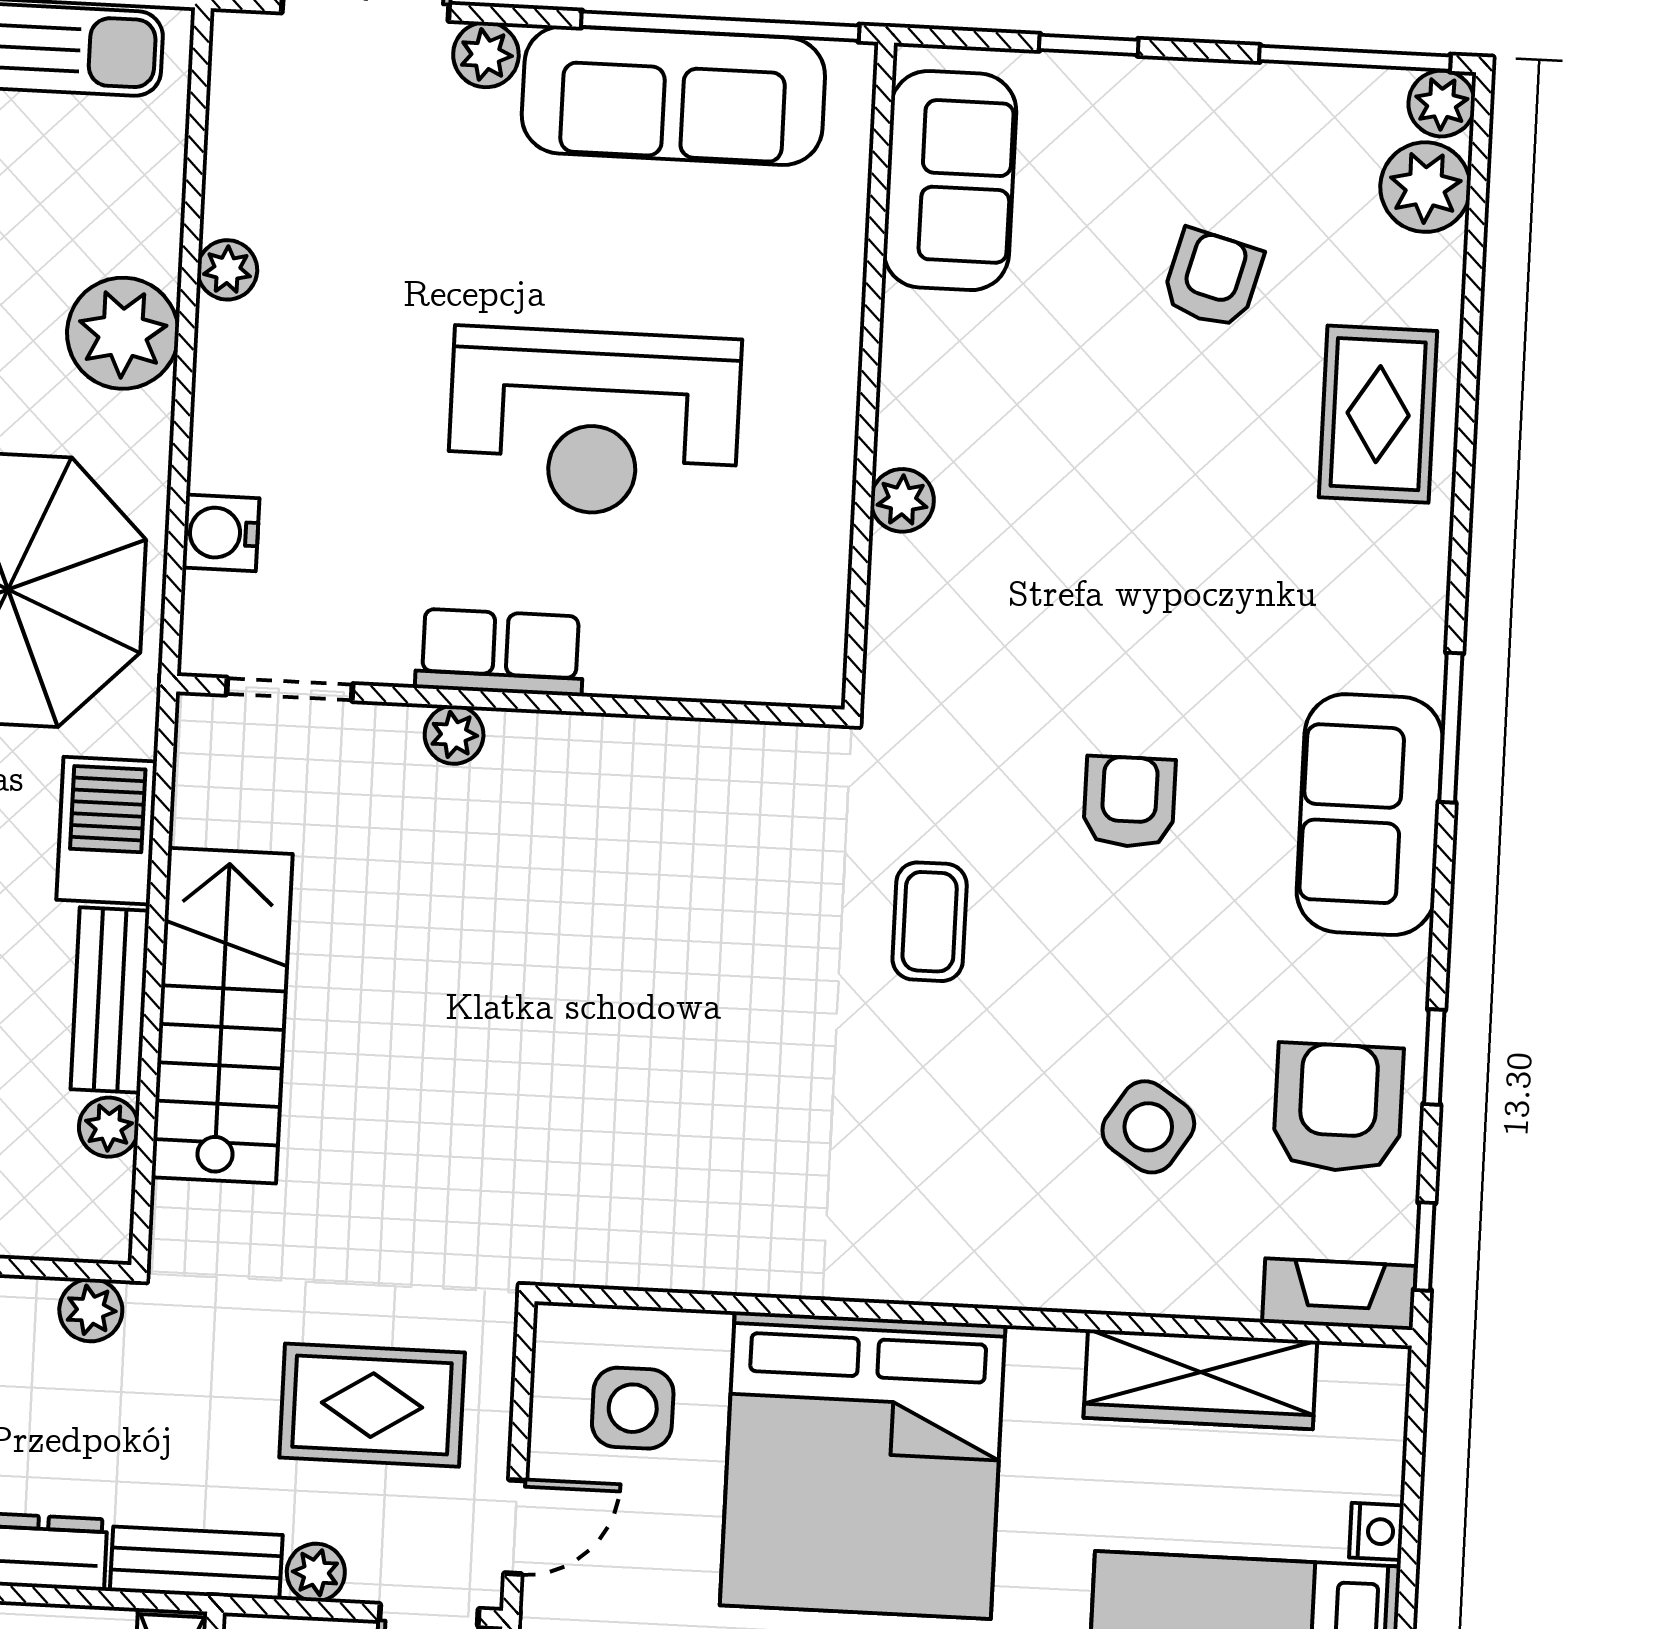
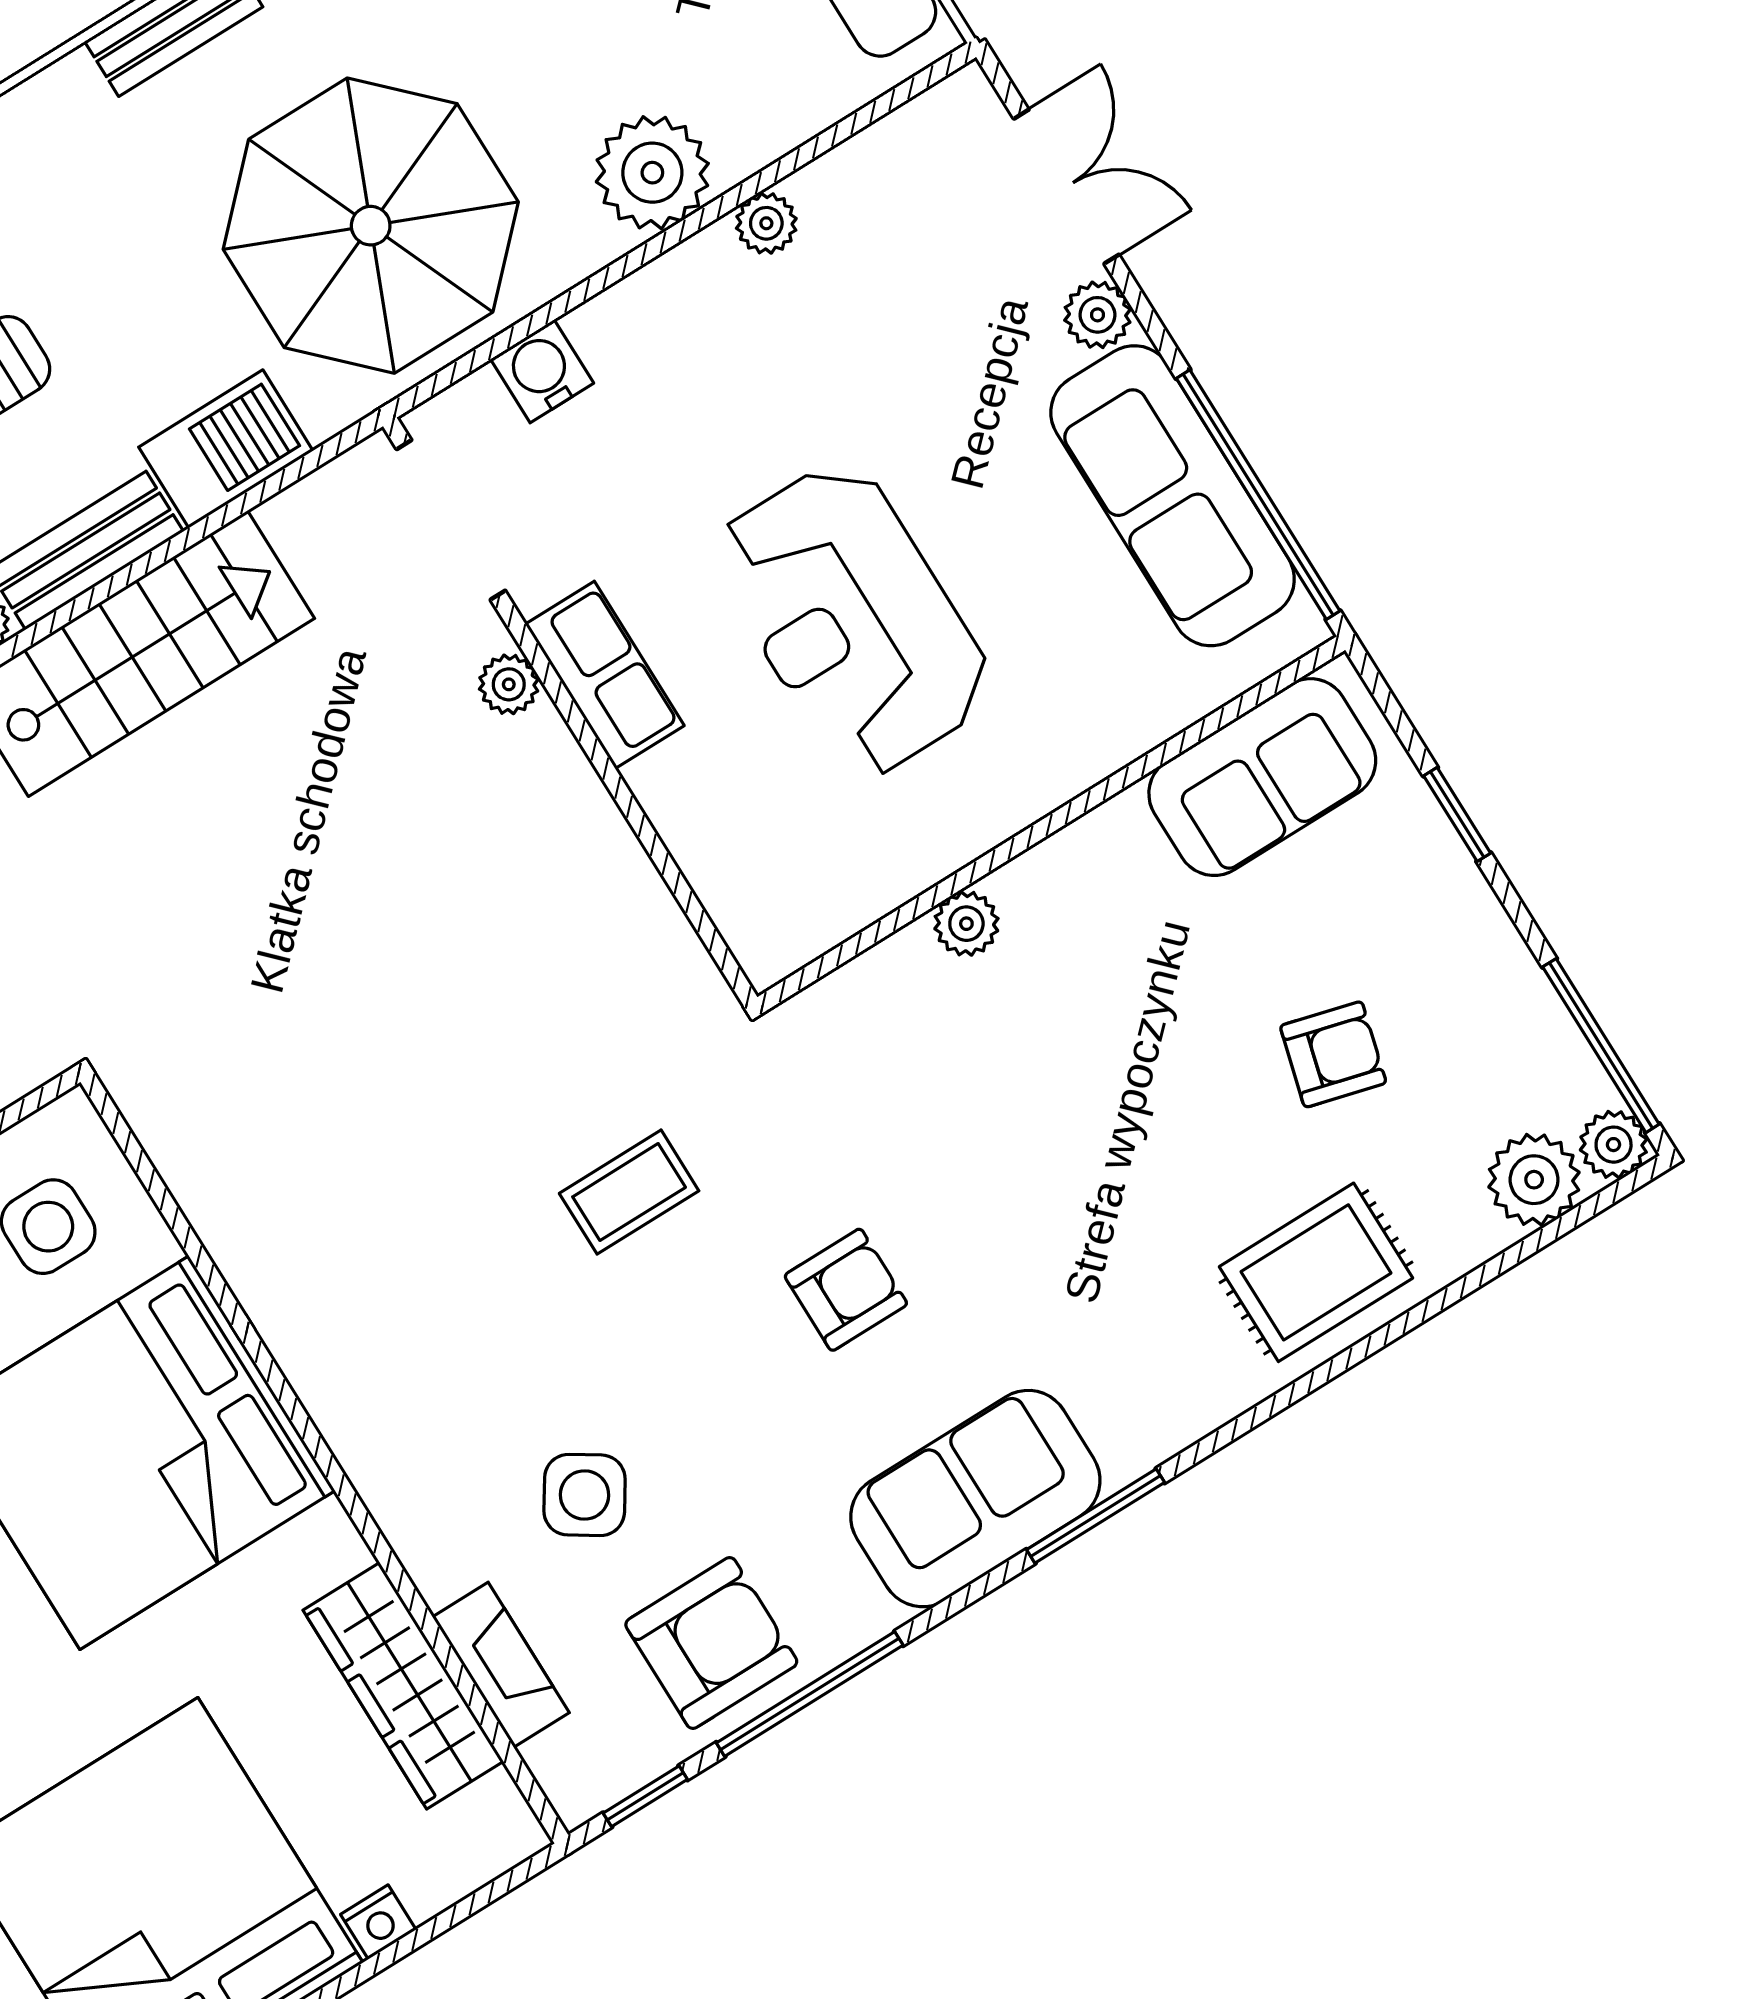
doorway: (290, 689) -> (451, 520), width x1.38
window: (1434, 1057) -> (810, 1694), width x2.17
fireplace: (1339, 1294) -> (501, 1665), moved

